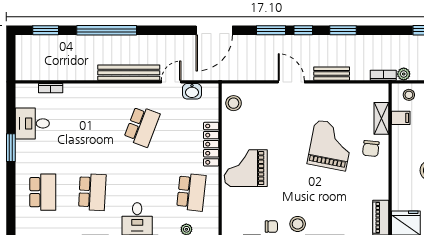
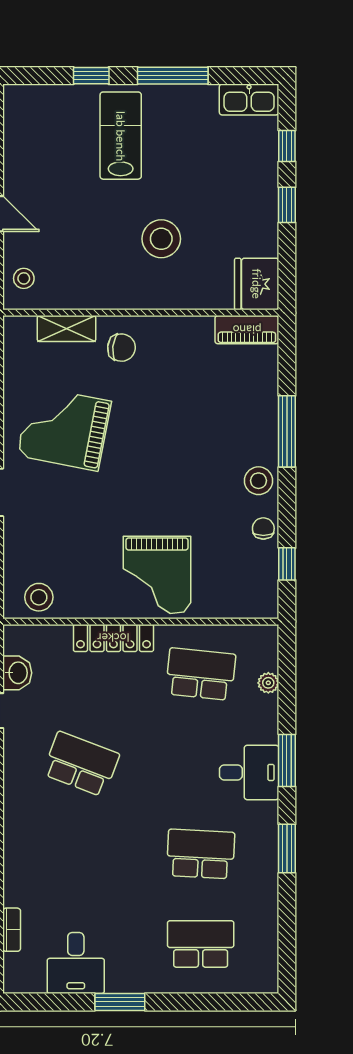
filing cabinet: (401, 118) -> (66, 293), removed
grand piano: (330, 145) -> (64, 428), moved

